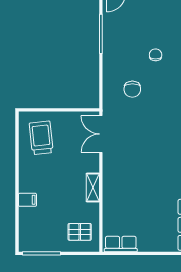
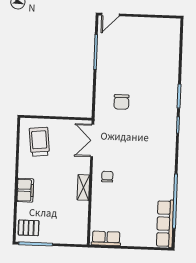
chair: (156, 55) -> (107, 177), moved
filing cabinet: (27, 200) -> (25, 190), width x2.00
pallet: (80, 232) -> (29, 228), moved

